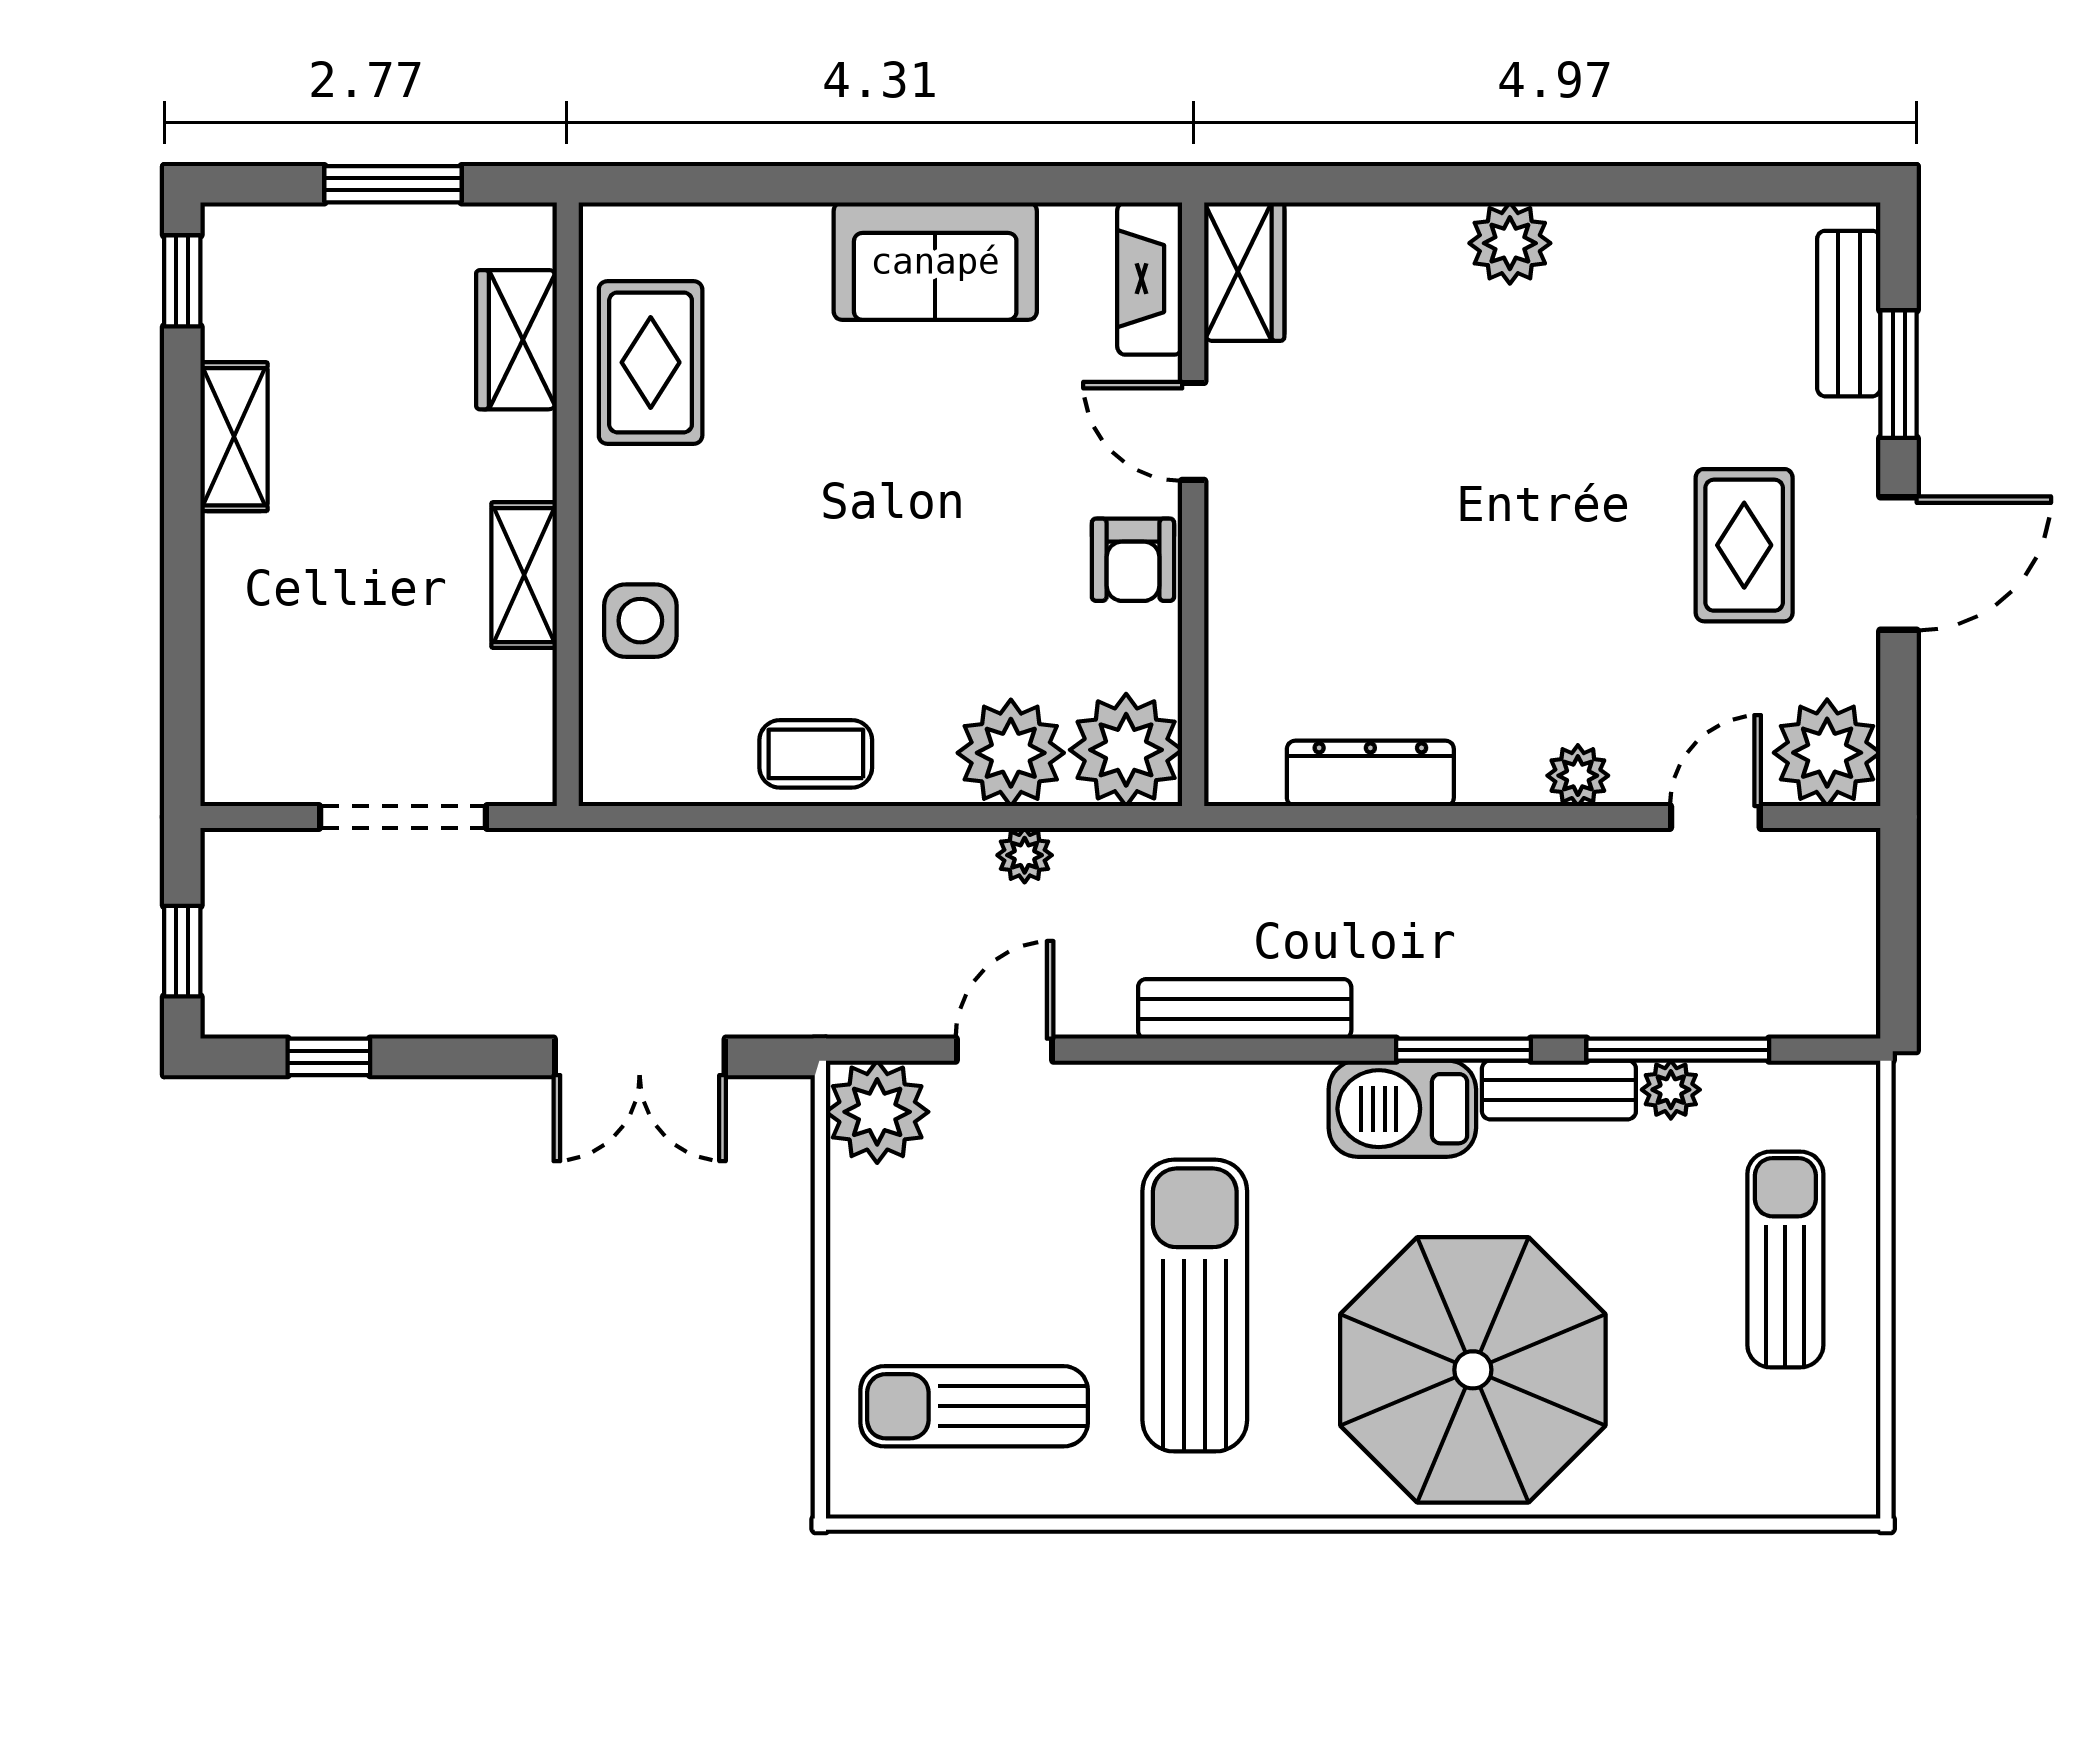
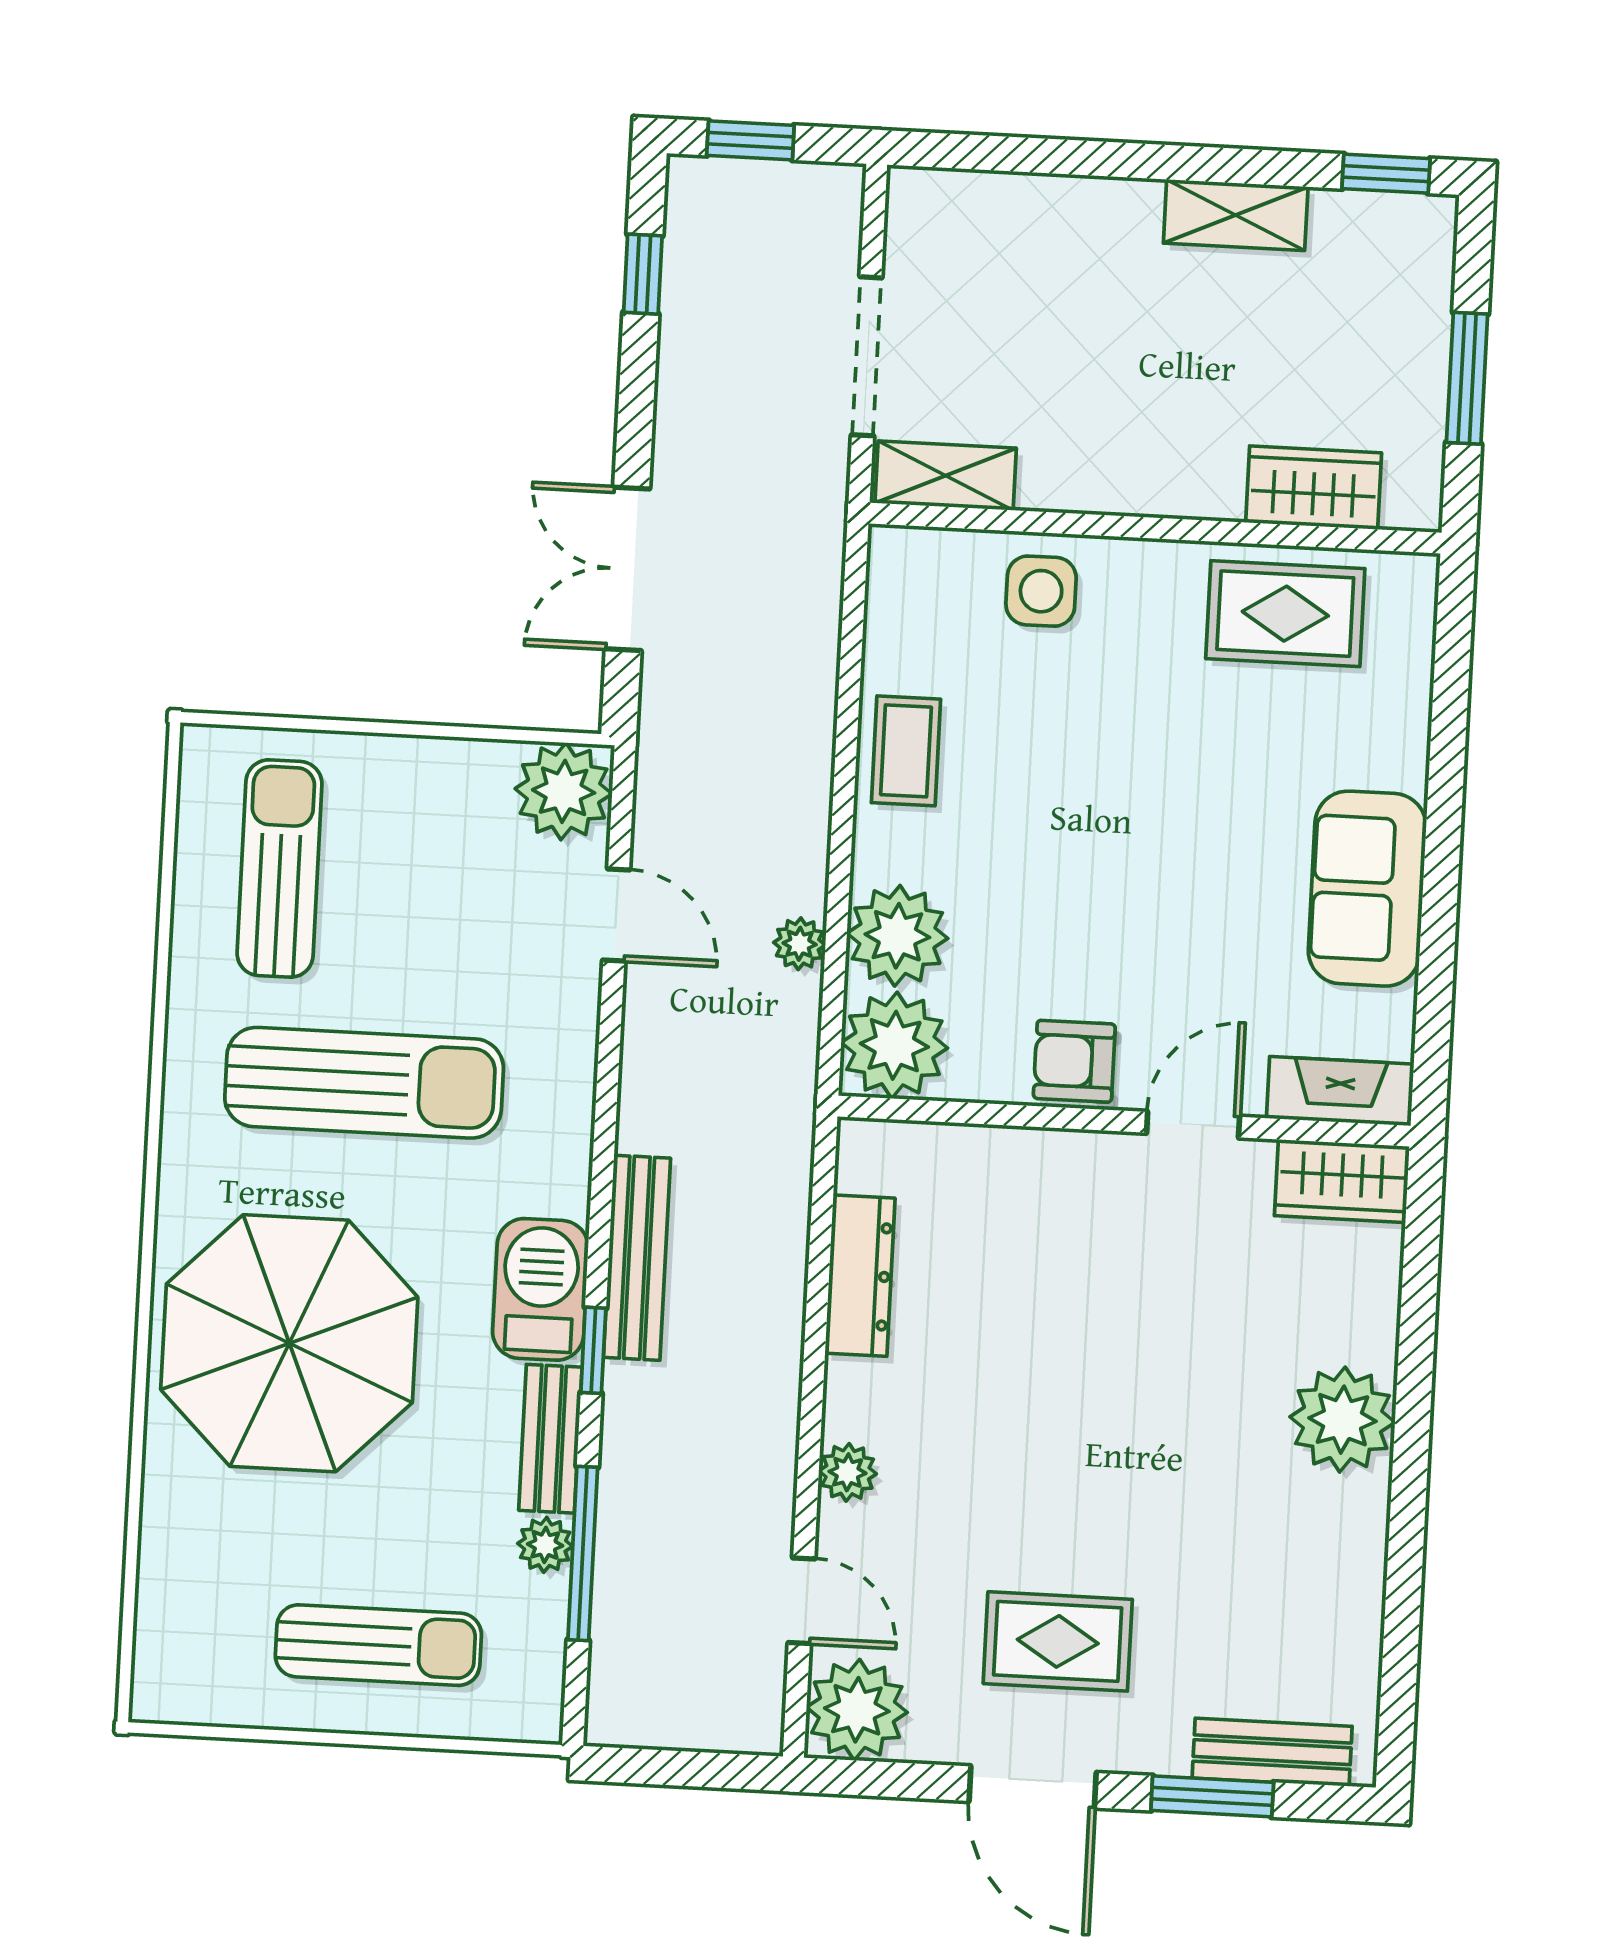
plant: (1510, 243) -> (1342, 1420), width x1.36, depth x1.36
shelving: (524, 575) -> (946, 476), moved
bench: (1245, 1009) -> (637, 1258), moved
window: (1463, 1050) -> (593, 1350), width x0.67

